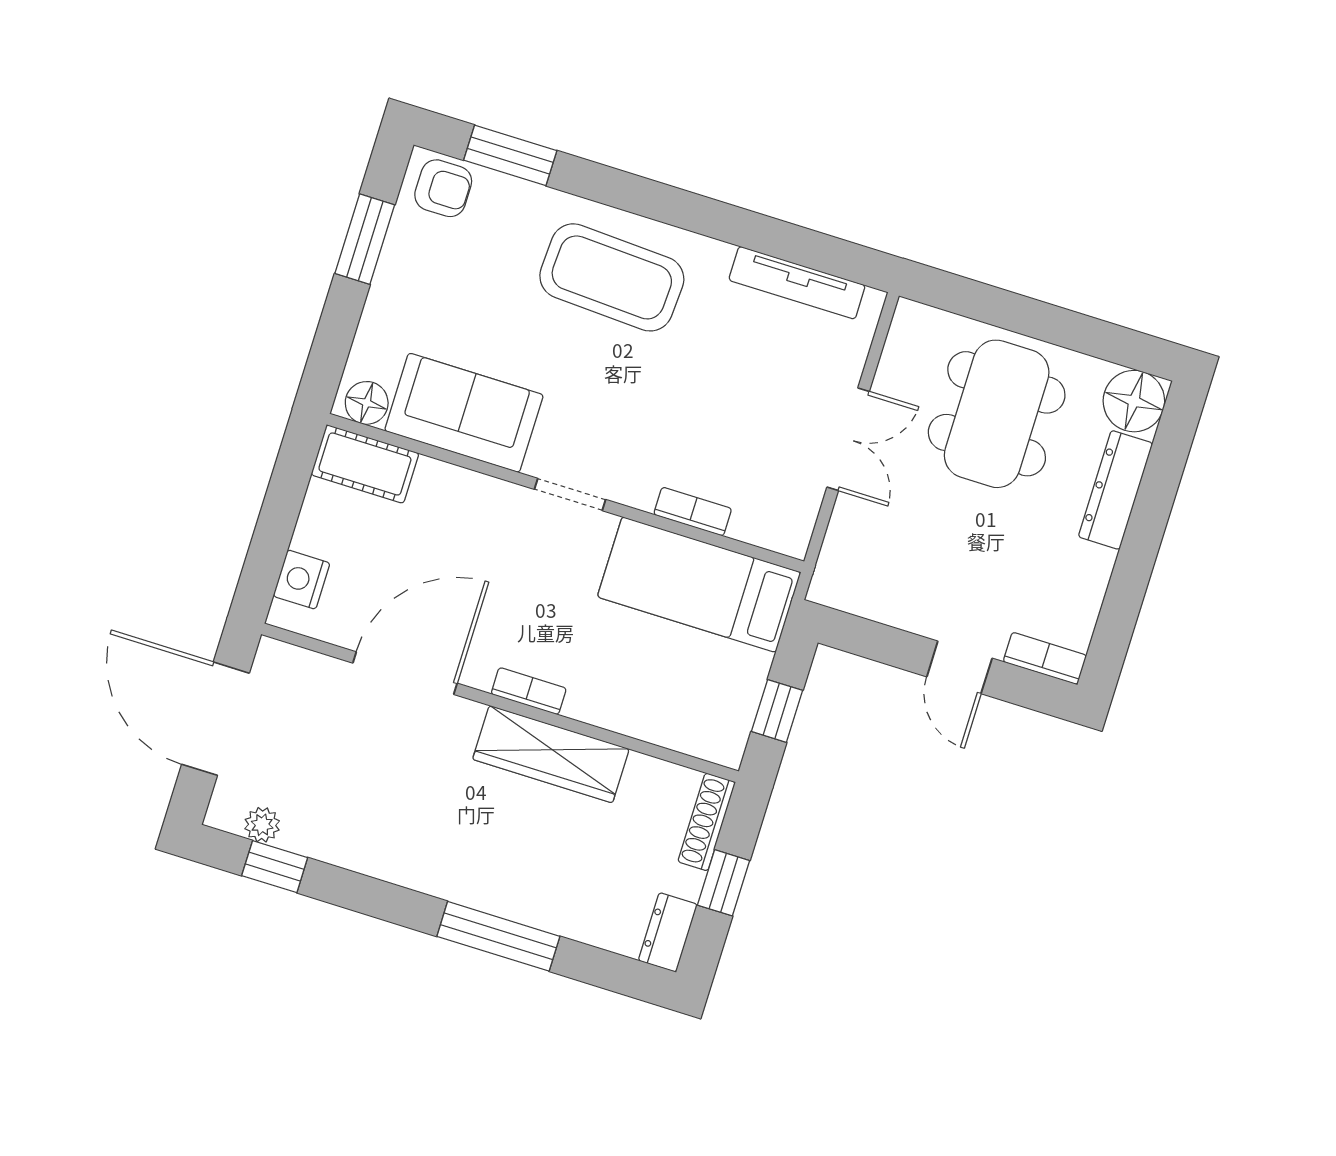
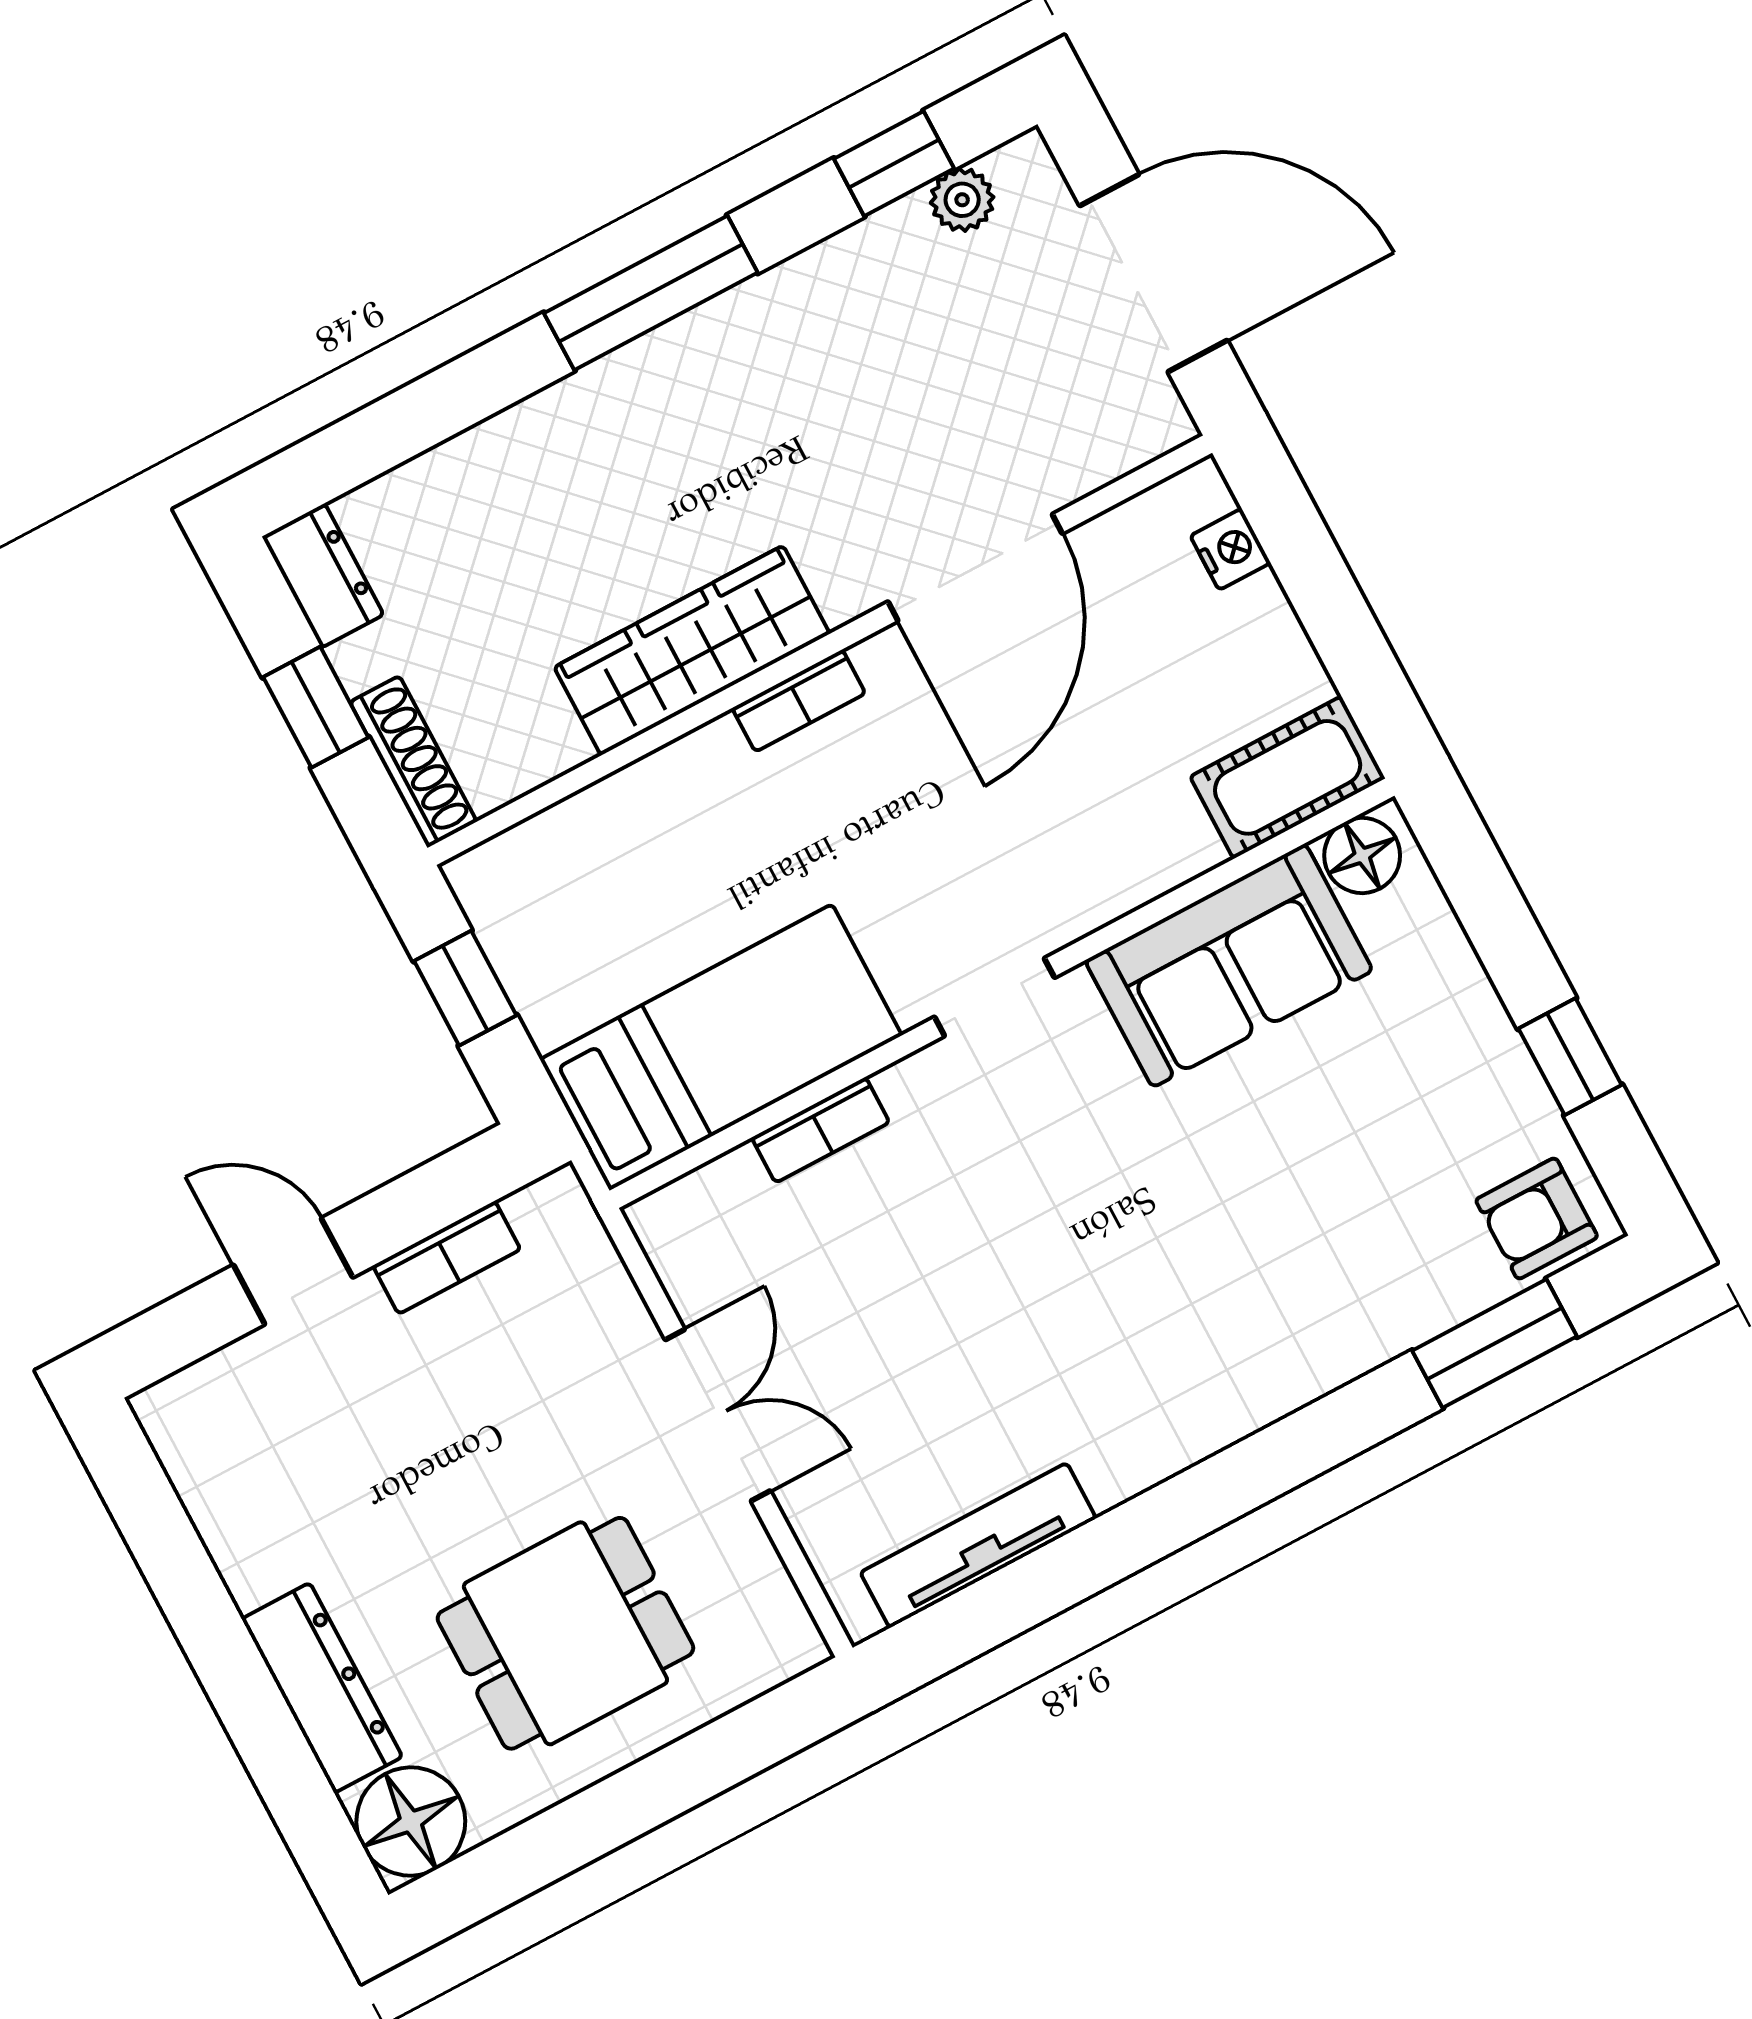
window: (365, 239) -> (1570, 1057), width x0.67
coffee table: (612, 277) -> (1215, 1319), removed
dining table: (997, 414) -> (565, 1633), width x0.73
double door: (848, 439) -> (718, 1415), swing flipped
nightstand: (302, 580) -> (1230, 549), width x0.72, depth x0.74
bookcase: (1045, 658) -> (447, 1258), moved
window: (498, 936) -> (651, 293), moved

